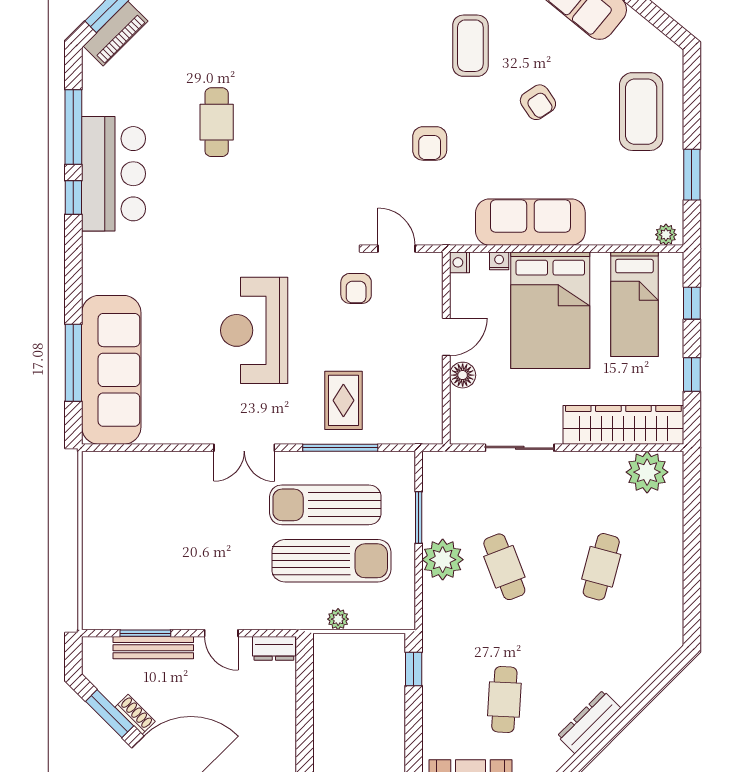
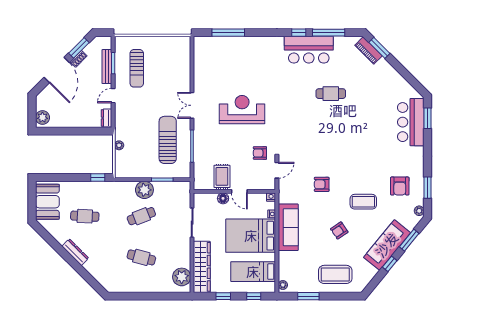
sofa: (111, 370) -> (225, 49), removed
rug: (343, 400) -> (222, 176), moved, turned 90
sun lounger: (331, 561) -> (137, 68), moved, width x0.73, depth x0.75

